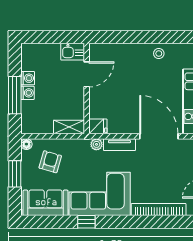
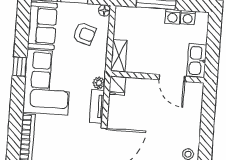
kitchen sink: (73, 52) -> (197, 61), width x1.38
washing machine: (27, 93) -> (188, 18), moved

